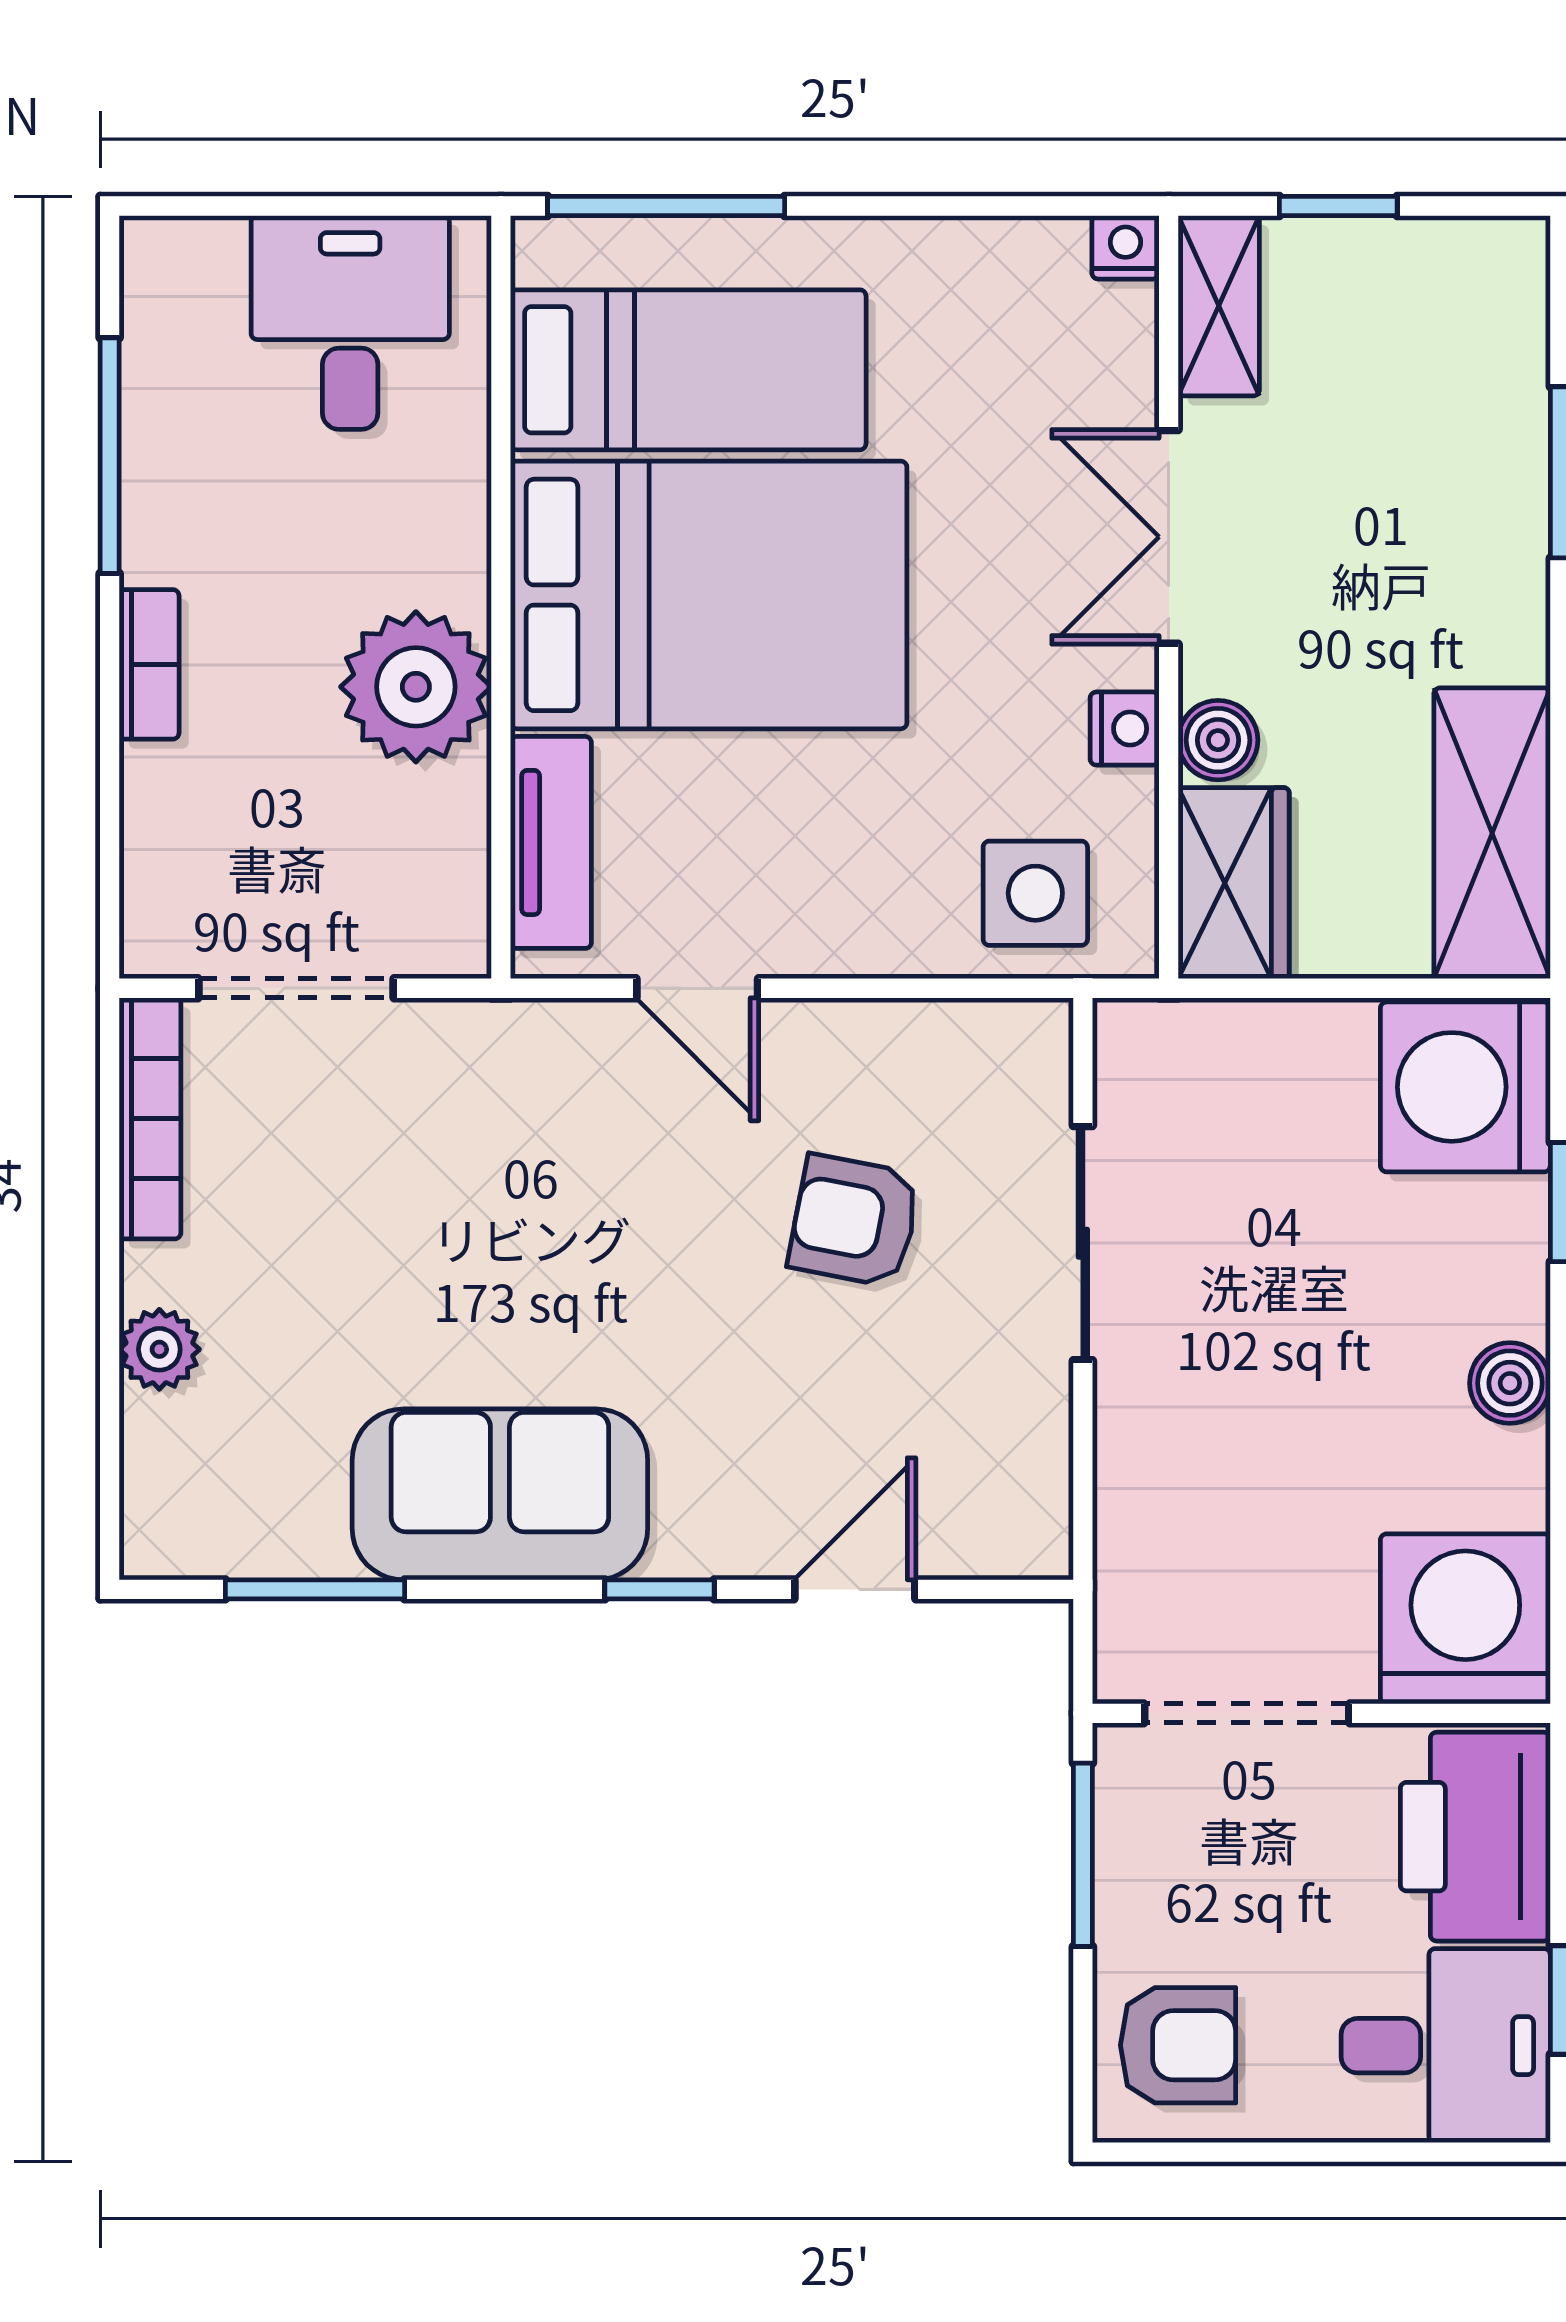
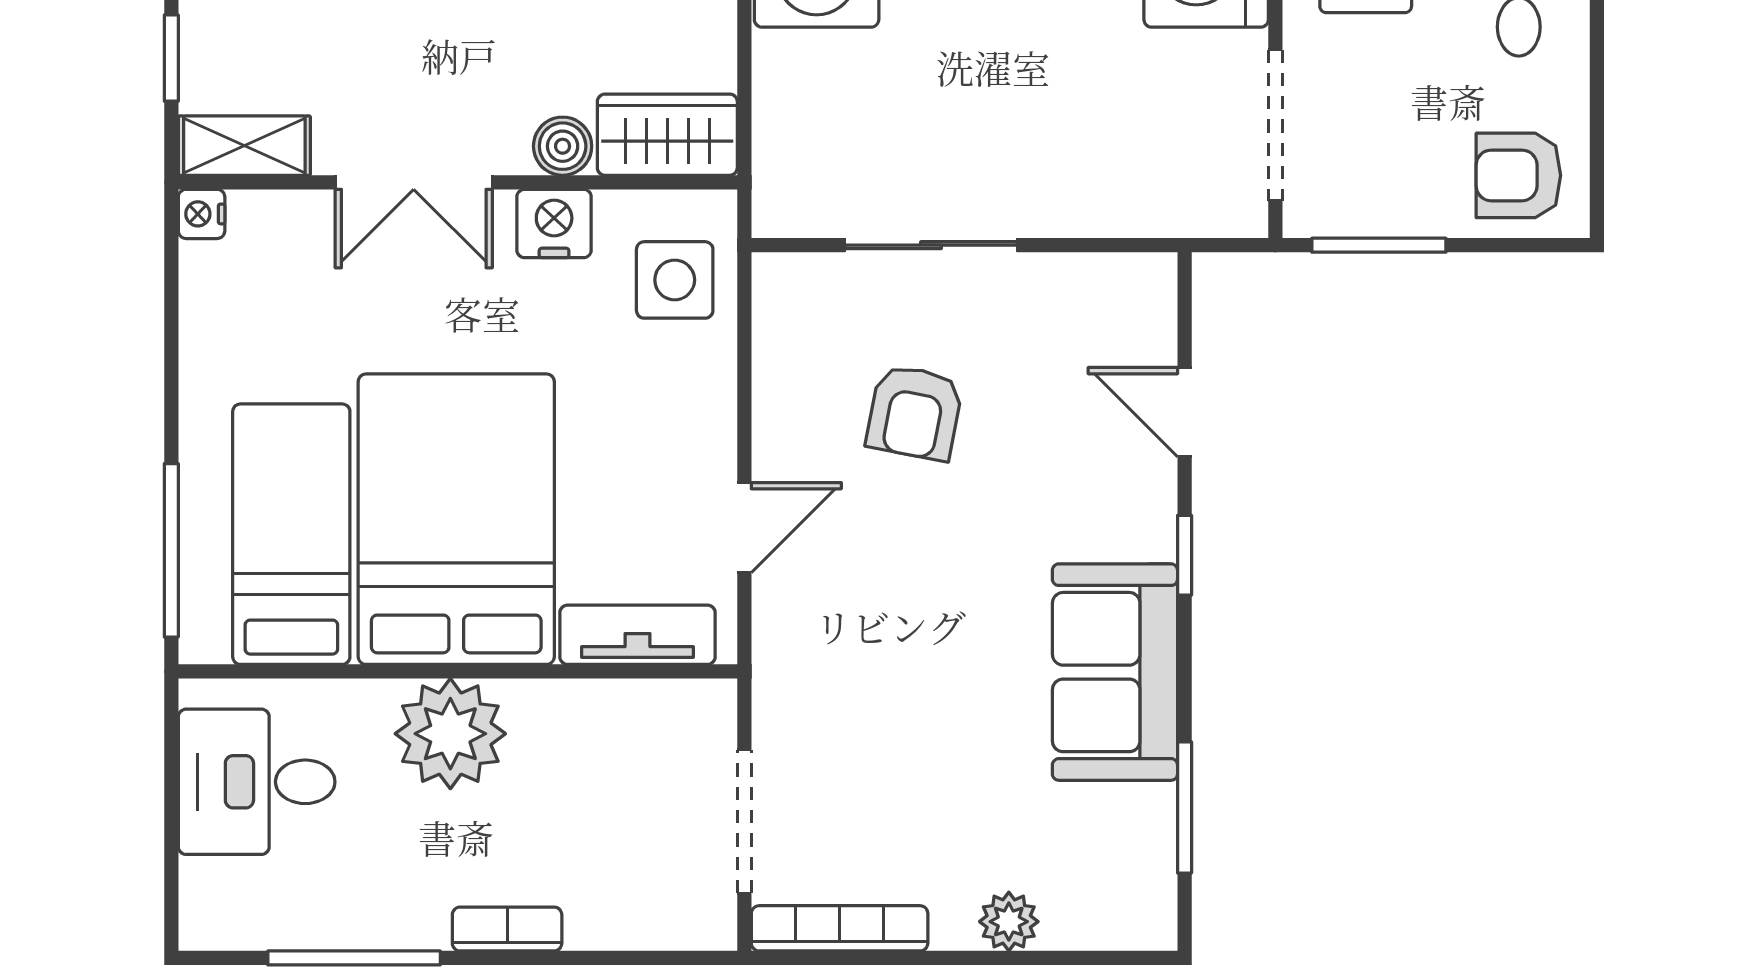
plant: (416, 687) -> (450, 734), moved
nightstand: (1125, 729) -> (554, 223), width x1.39, depth x1.35
armchair: (1178, 2045) -> (1518, 175), turned -90

